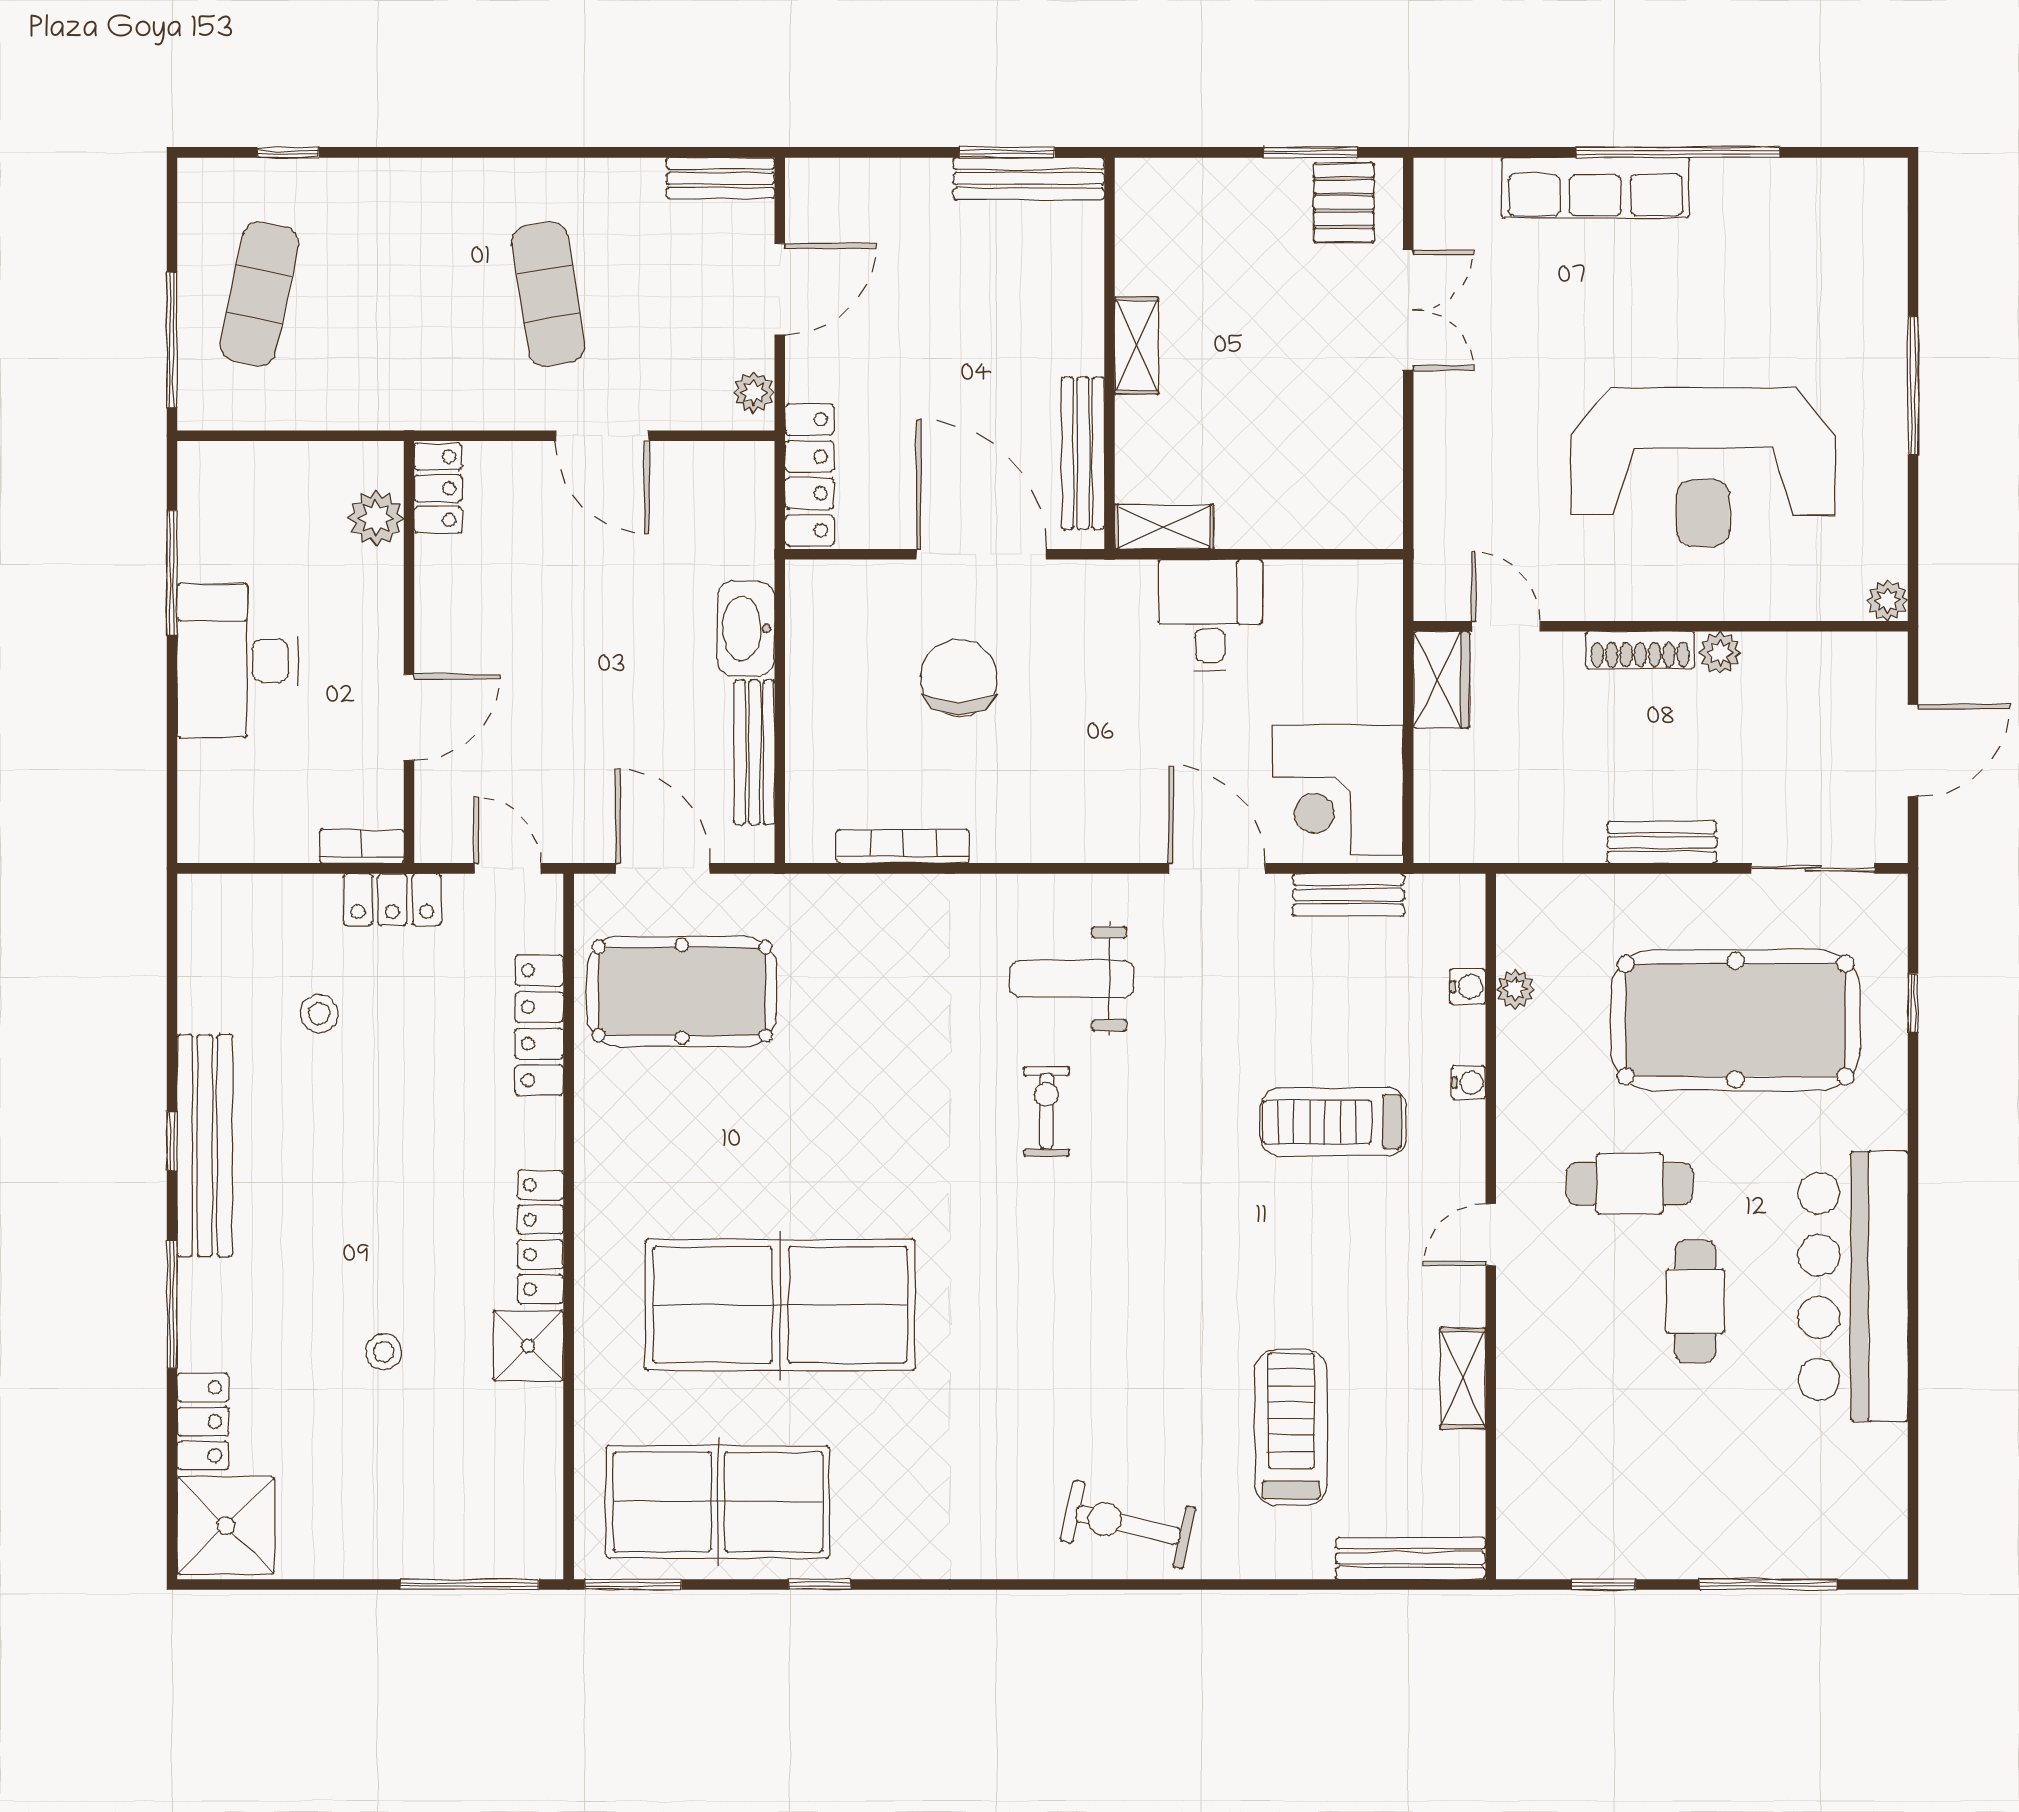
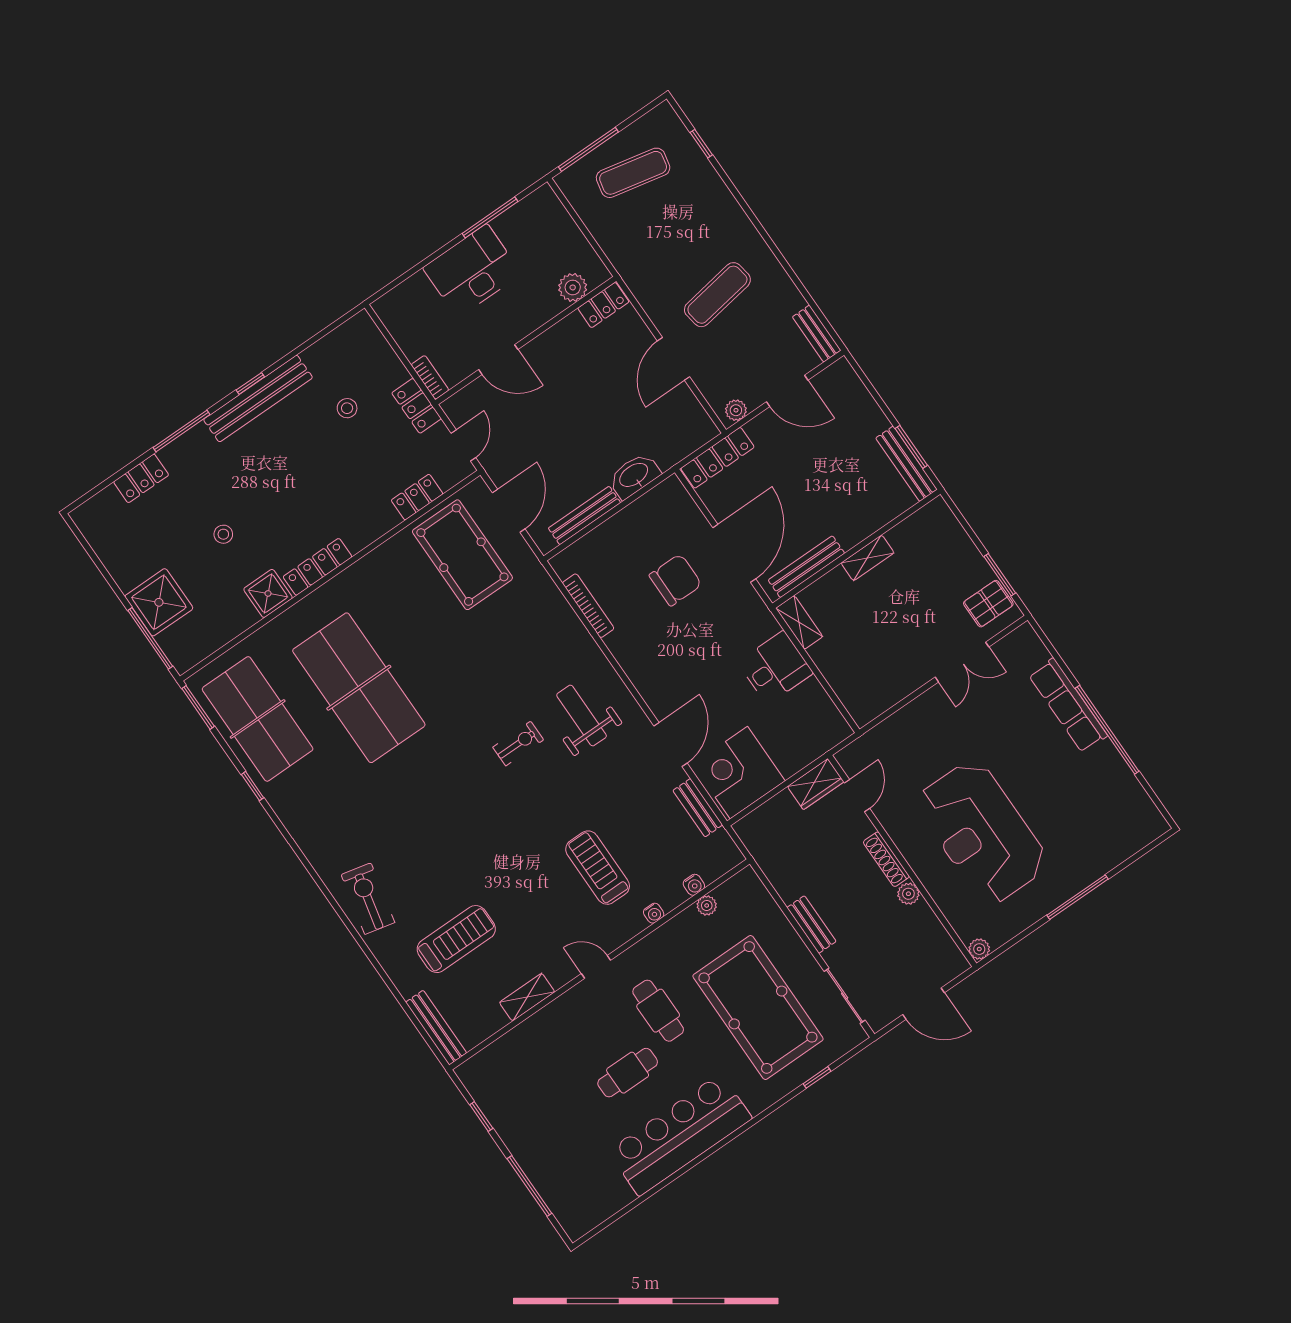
locker: (539, 1025) -> (417, 497), width x0.66
shower: (226, 1525) -> (159, 602), moved

